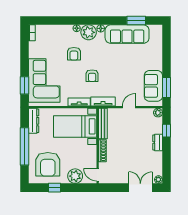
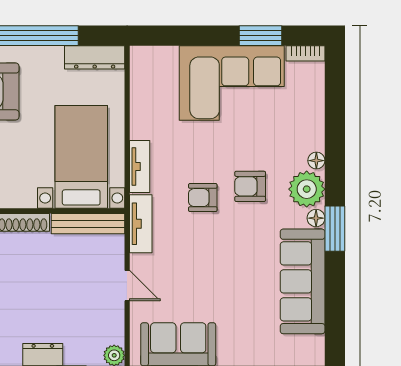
window: (136, 21) -> (335, 229), moved
armchair: (74, 54) -> (250, 186), moved
corner sofa: (44, 81) -> (232, 83), moved
window: (25, 85) -> (260, 36), moved

